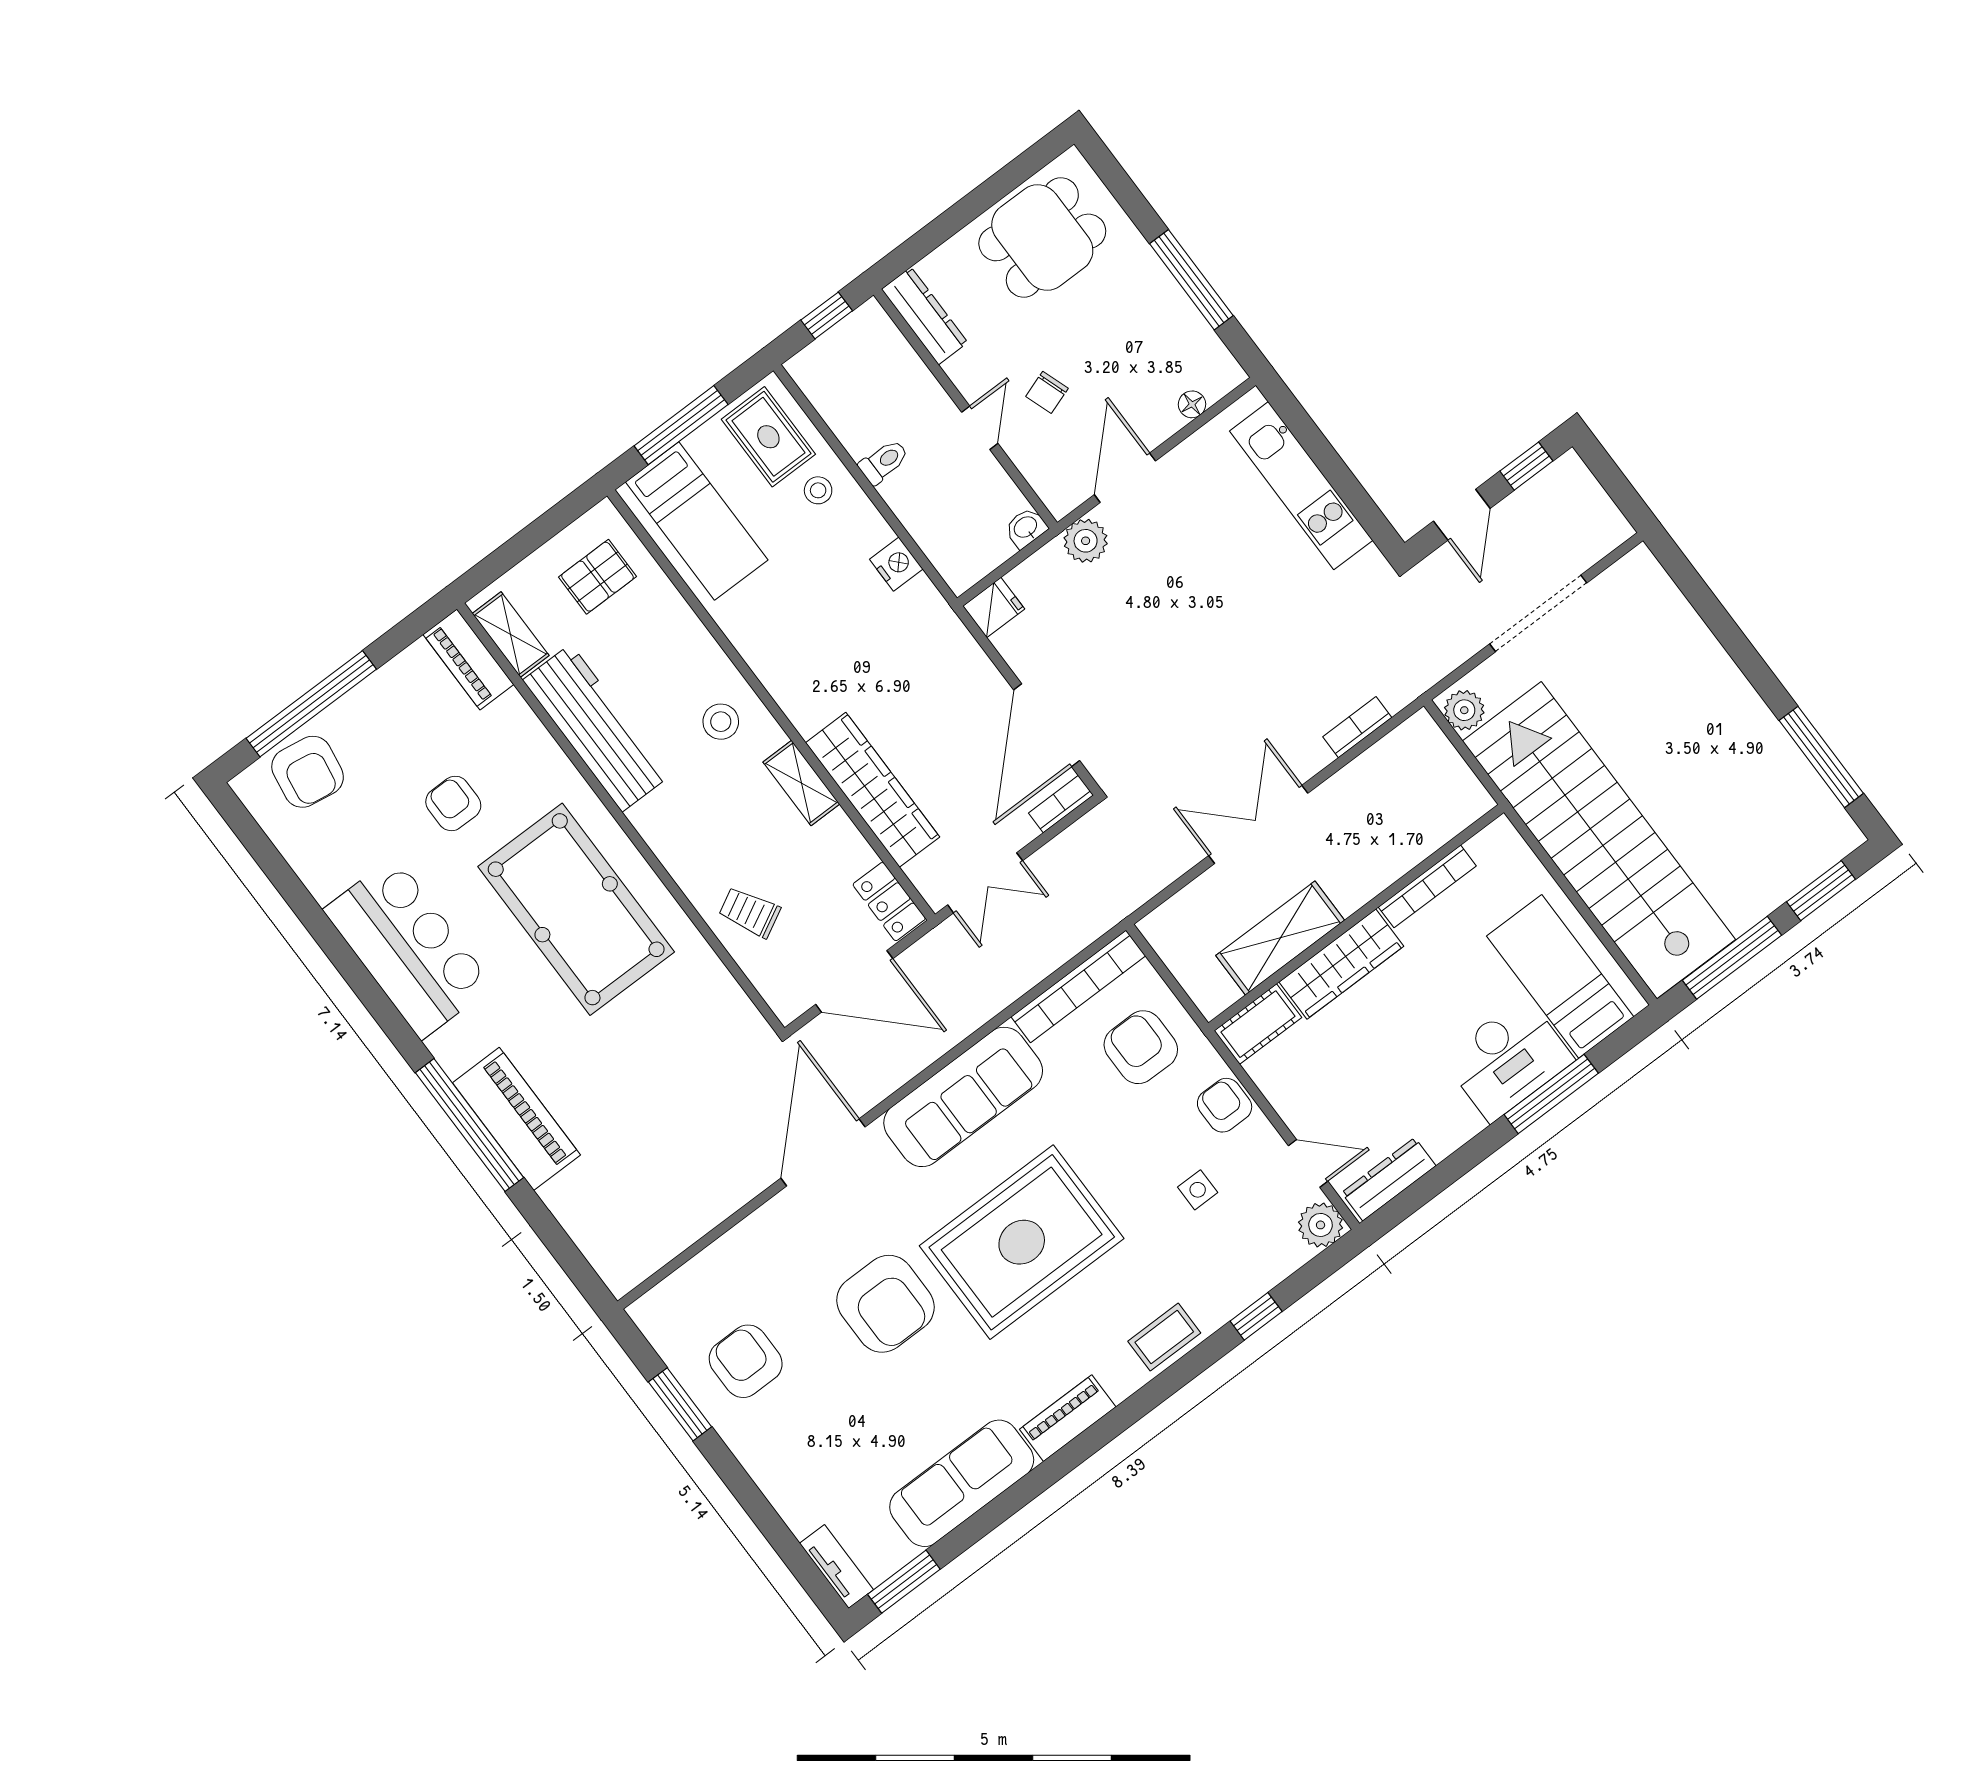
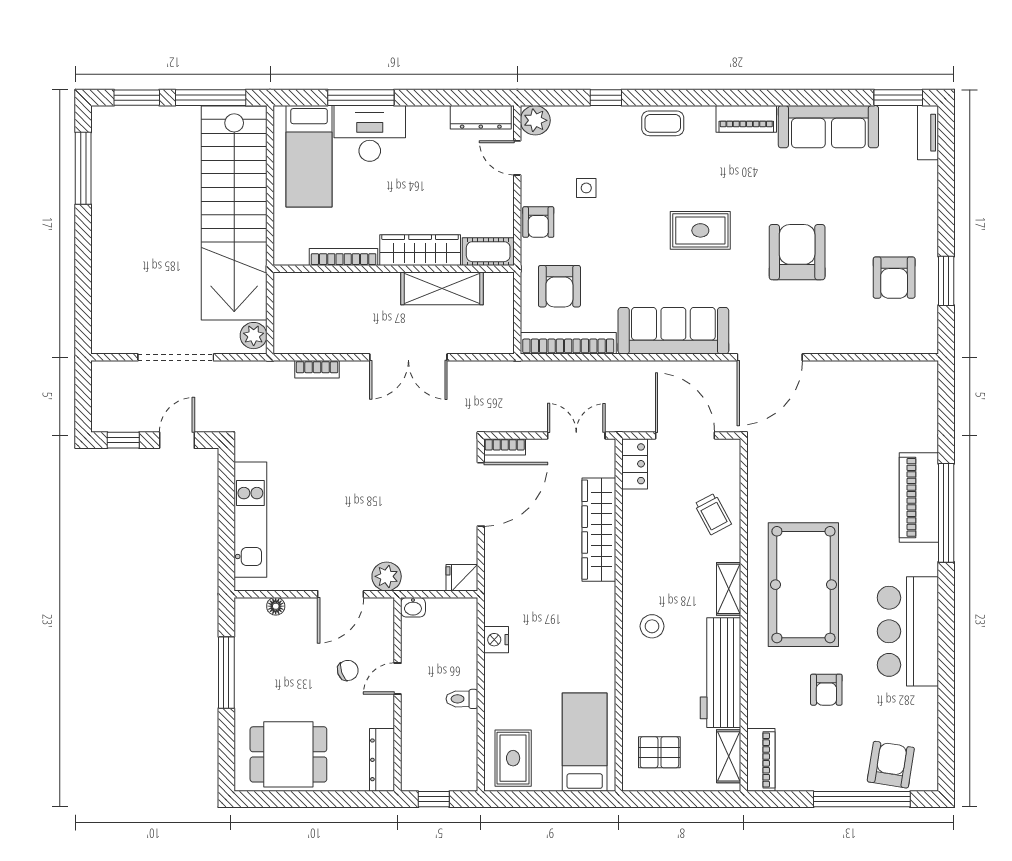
window: (681, 425) -> (555, 799), removed
stool: (818, 490) -> (508, 710), removed
shelving: (801, 783) -> (729, 589), moved
rug: (1022, 1242) -> (700, 230), width x0.54, depth x0.49

